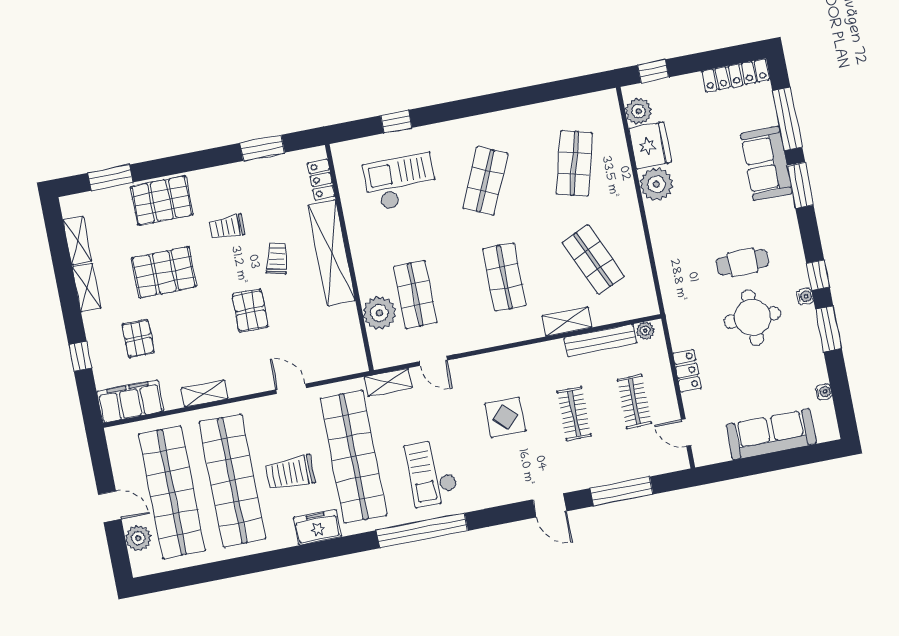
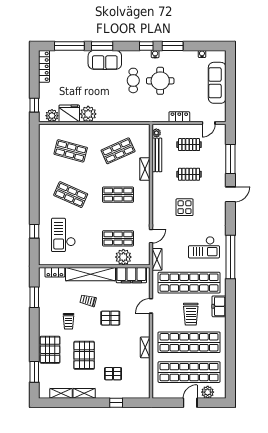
sofa: (766, 163) -> (105, 60), moved
filing cabinet: (130, 401) -> (131, 275), moved, turned -90

